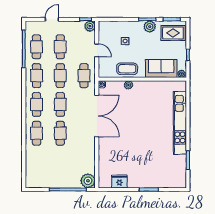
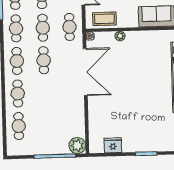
coffee table: (127, 69) -> (104, 19), moved
cafe table: (60, 133) -> (19, 126), moved

